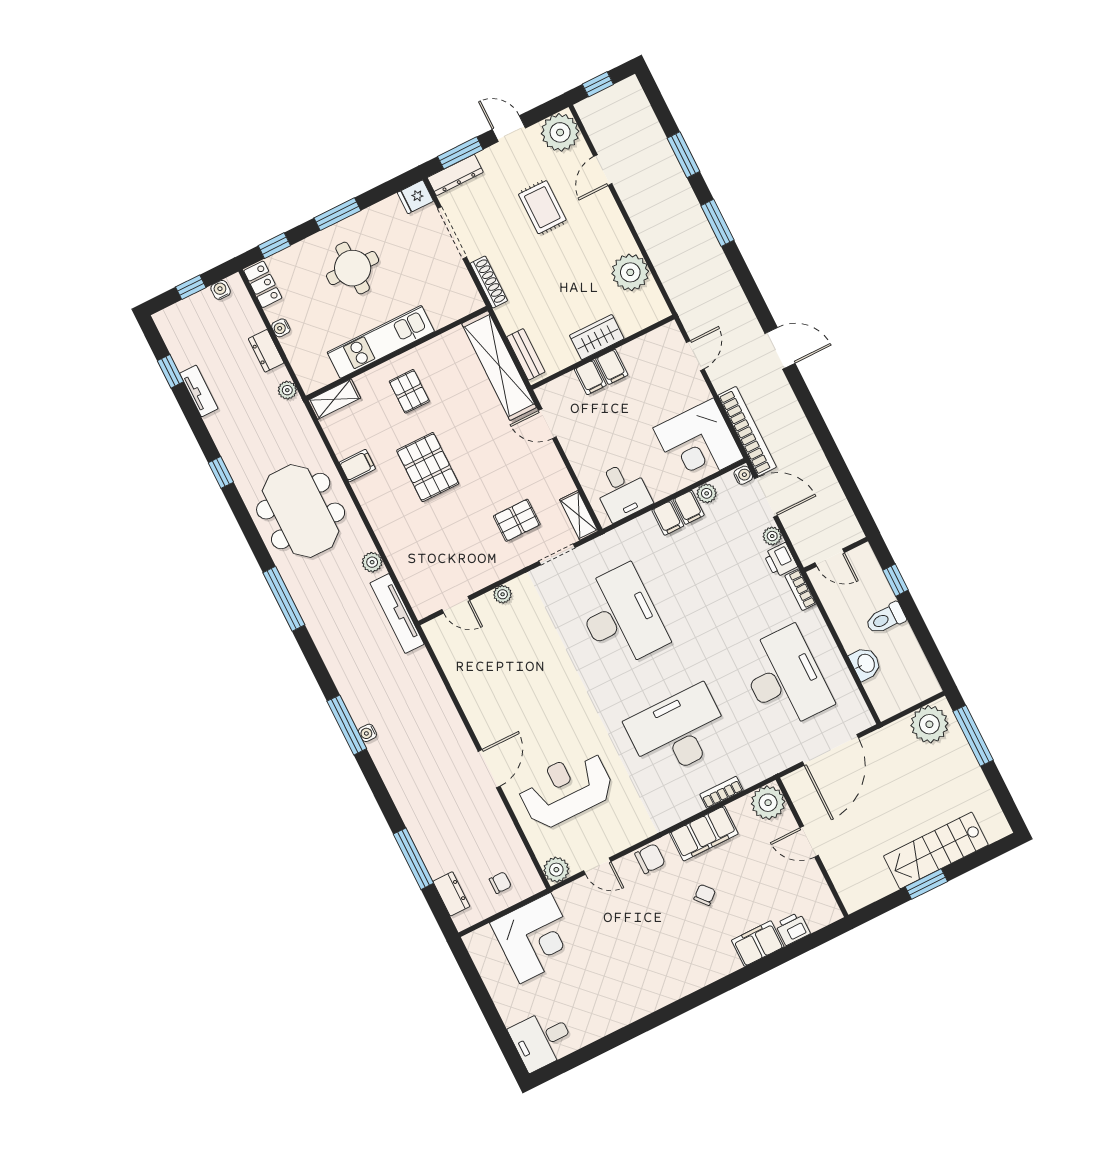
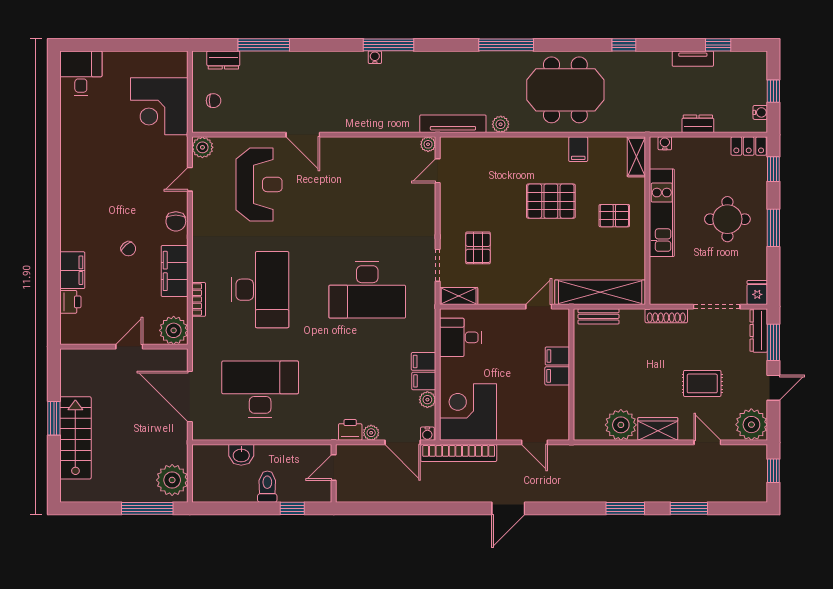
water cooler: (281, 328) -> (665, 143), moved
wardrobe: (597, 337) -> (658, 429), moved, turned -90
plant: (287, 390) -> (661, 125), removed
door: (766, 497) -> (403, 442), hinge flipped
bookcase: (801, 590) -> (321, 434), removed
plant: (503, 594) -> (428, 144), moved
desk: (785, 678) -> (260, 389), turned 180
chair: (500, 883) -> (214, 101), turned -90

